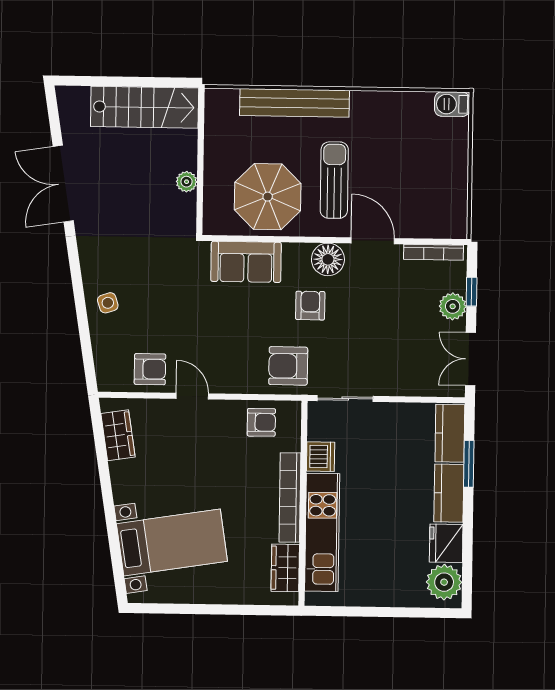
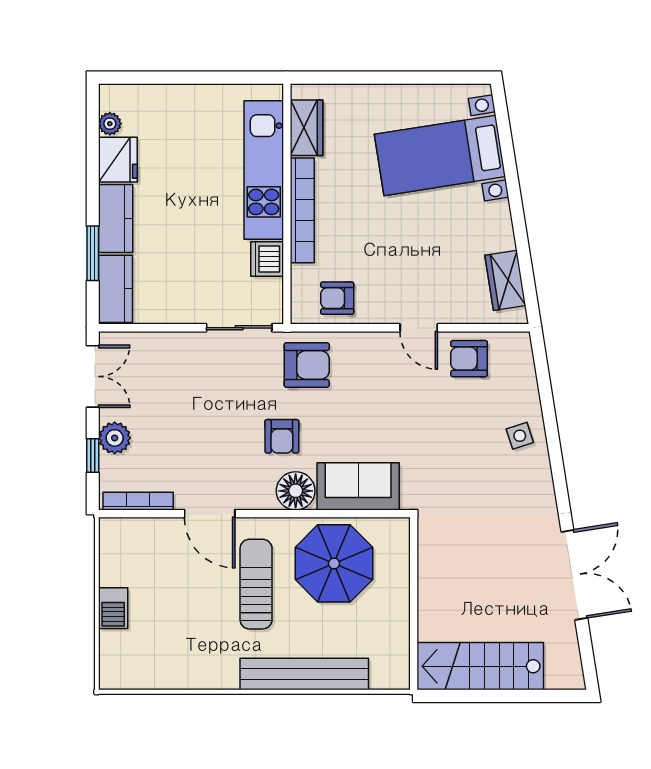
barbecue: (452, 104) -> (113, 608), moved, turned 90
sun lounger: (334, 180) -> (256, 584), turned 180
plant: (187, 182) -> (430, 580), removed
floor lamp: (328, 259) -> (296, 491), moved
plant: (444, 582) -> (110, 124), width x0.53, depth x0.53

